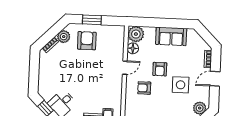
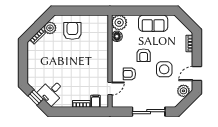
window: (92, 20) -> (76, 11), removed
door: (125, 68) -> (110, 89), moved
door: (215, 79) -> (197, 74), moved

